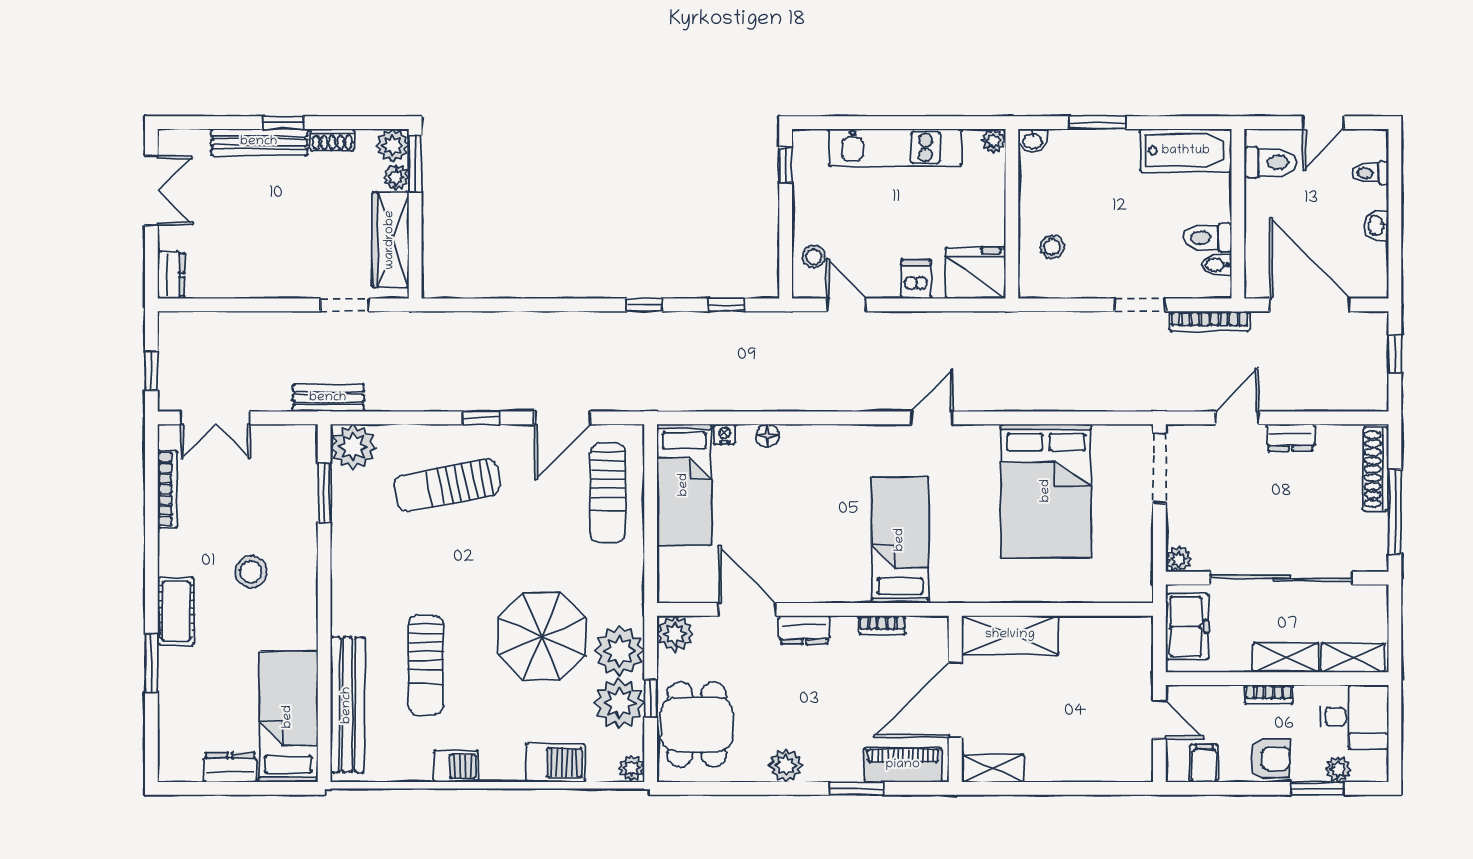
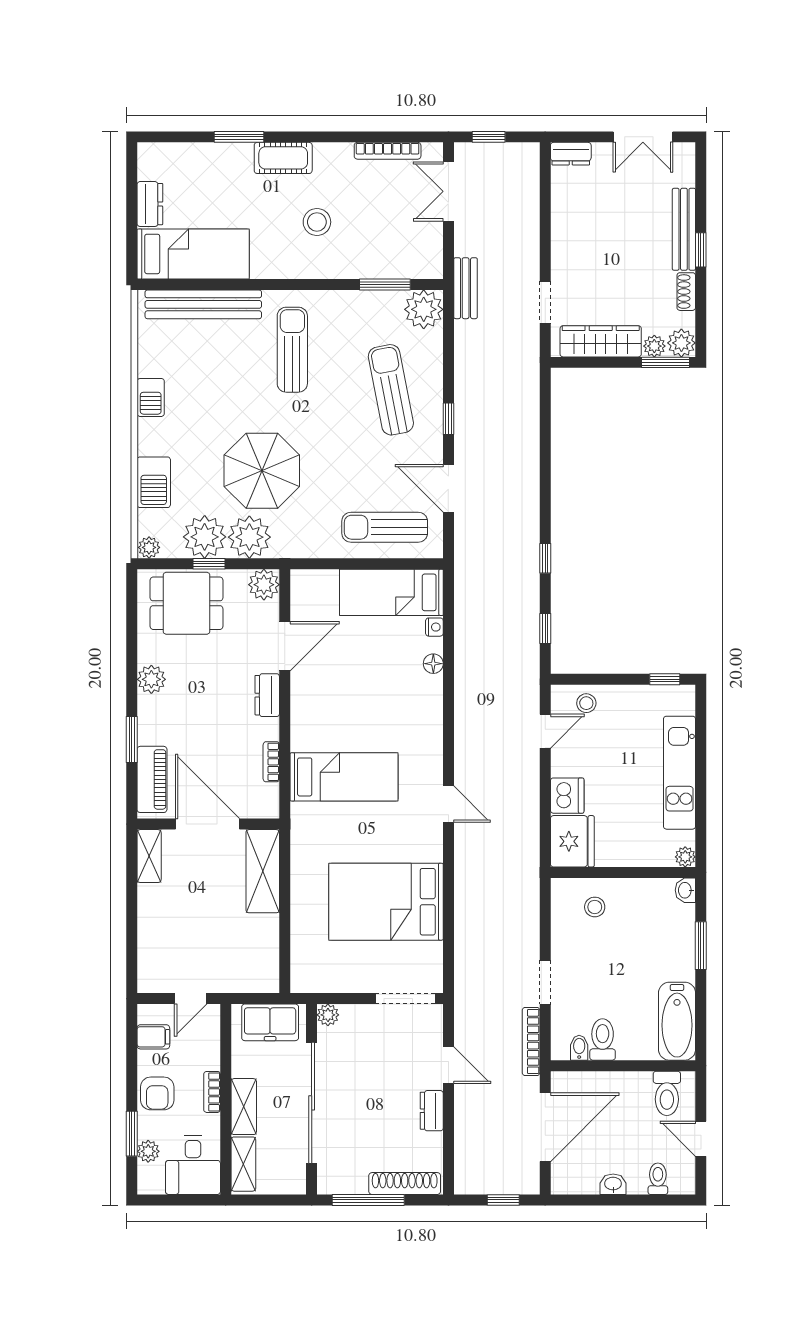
dishwasher: (916, 279) -> (567, 796), width x1.38
sun lounger: (426, 665) -> (292, 350), moved, turned 90

